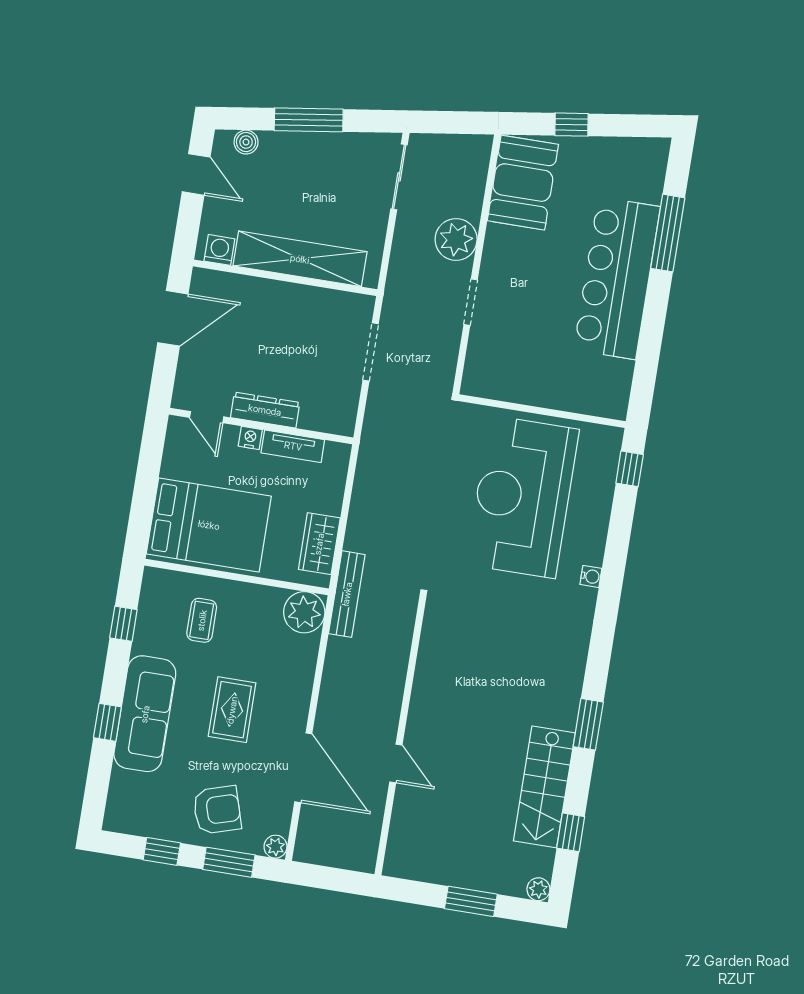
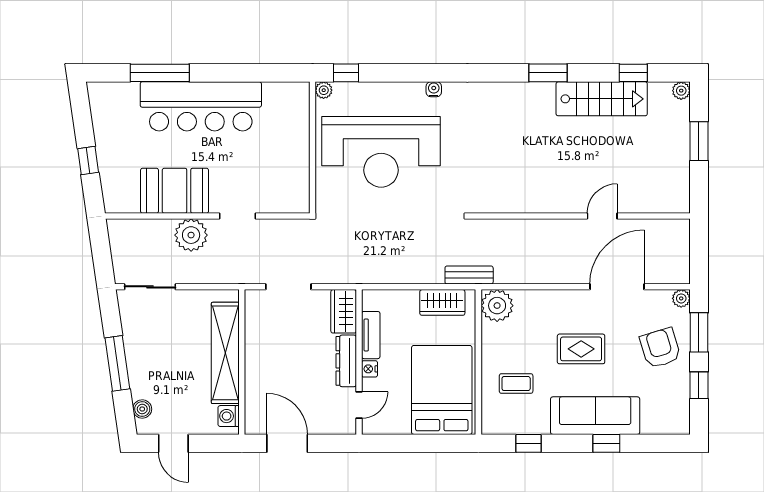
door: (196, 174) -> (173, 443), swing flipped
booth: (523, 183) -> (175, 191), moved
wardrobe: (328, 417) -> (344, 311), added
plant: (612, 437) -> (324, 90), added
bench: (347, 594) -> (469, 275), width x0.73

